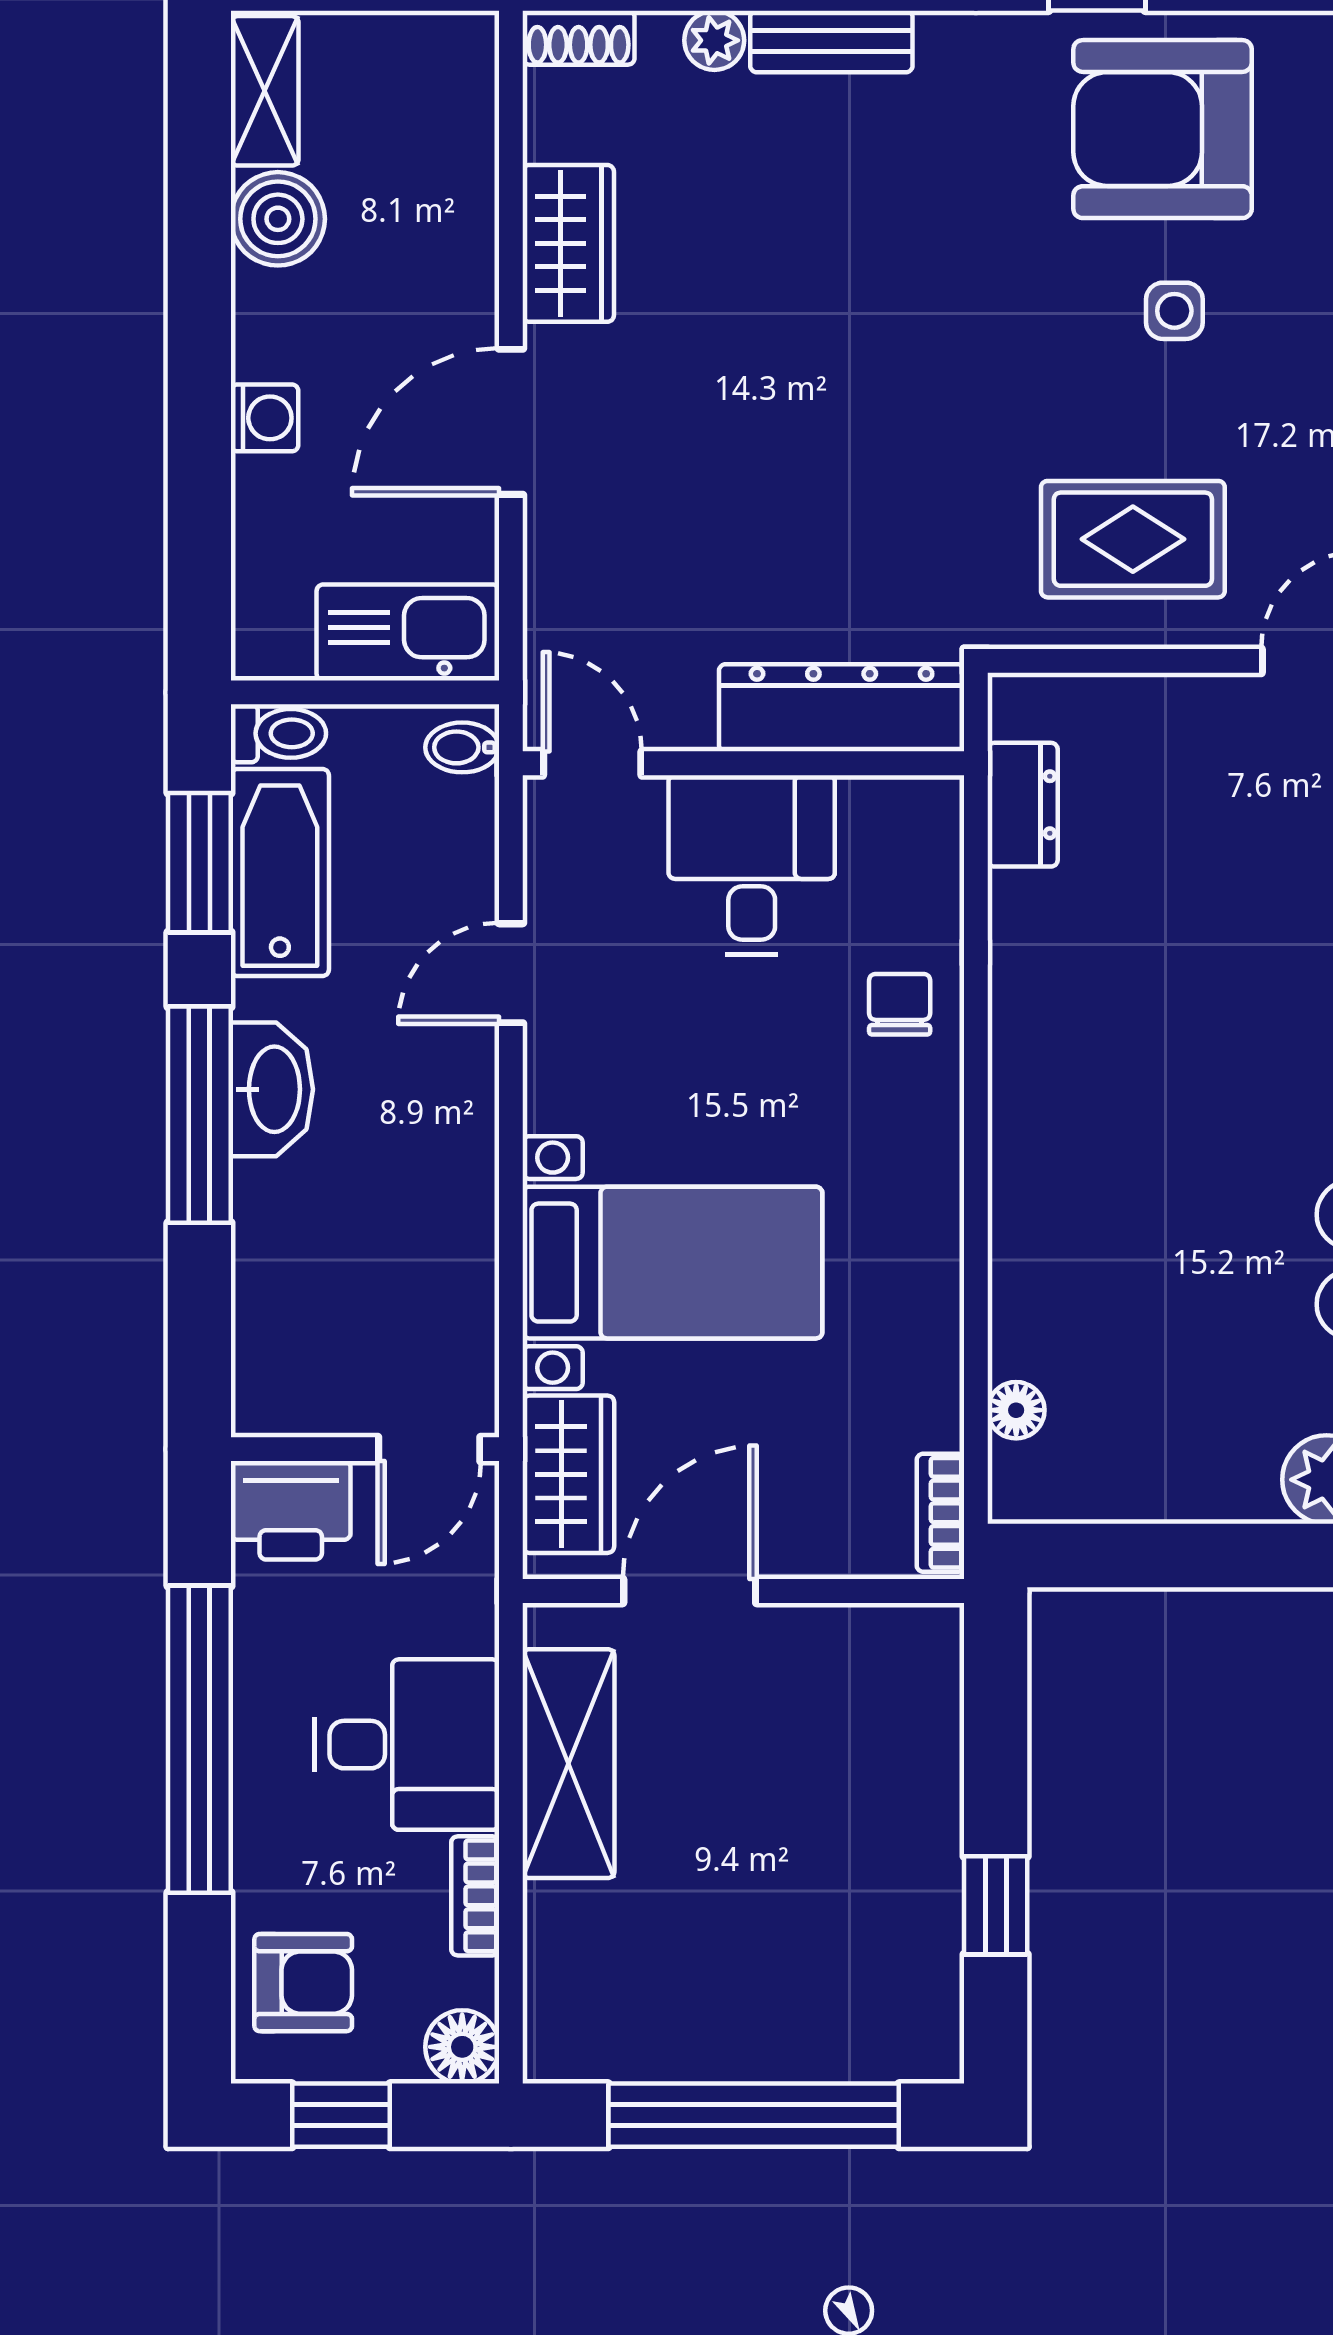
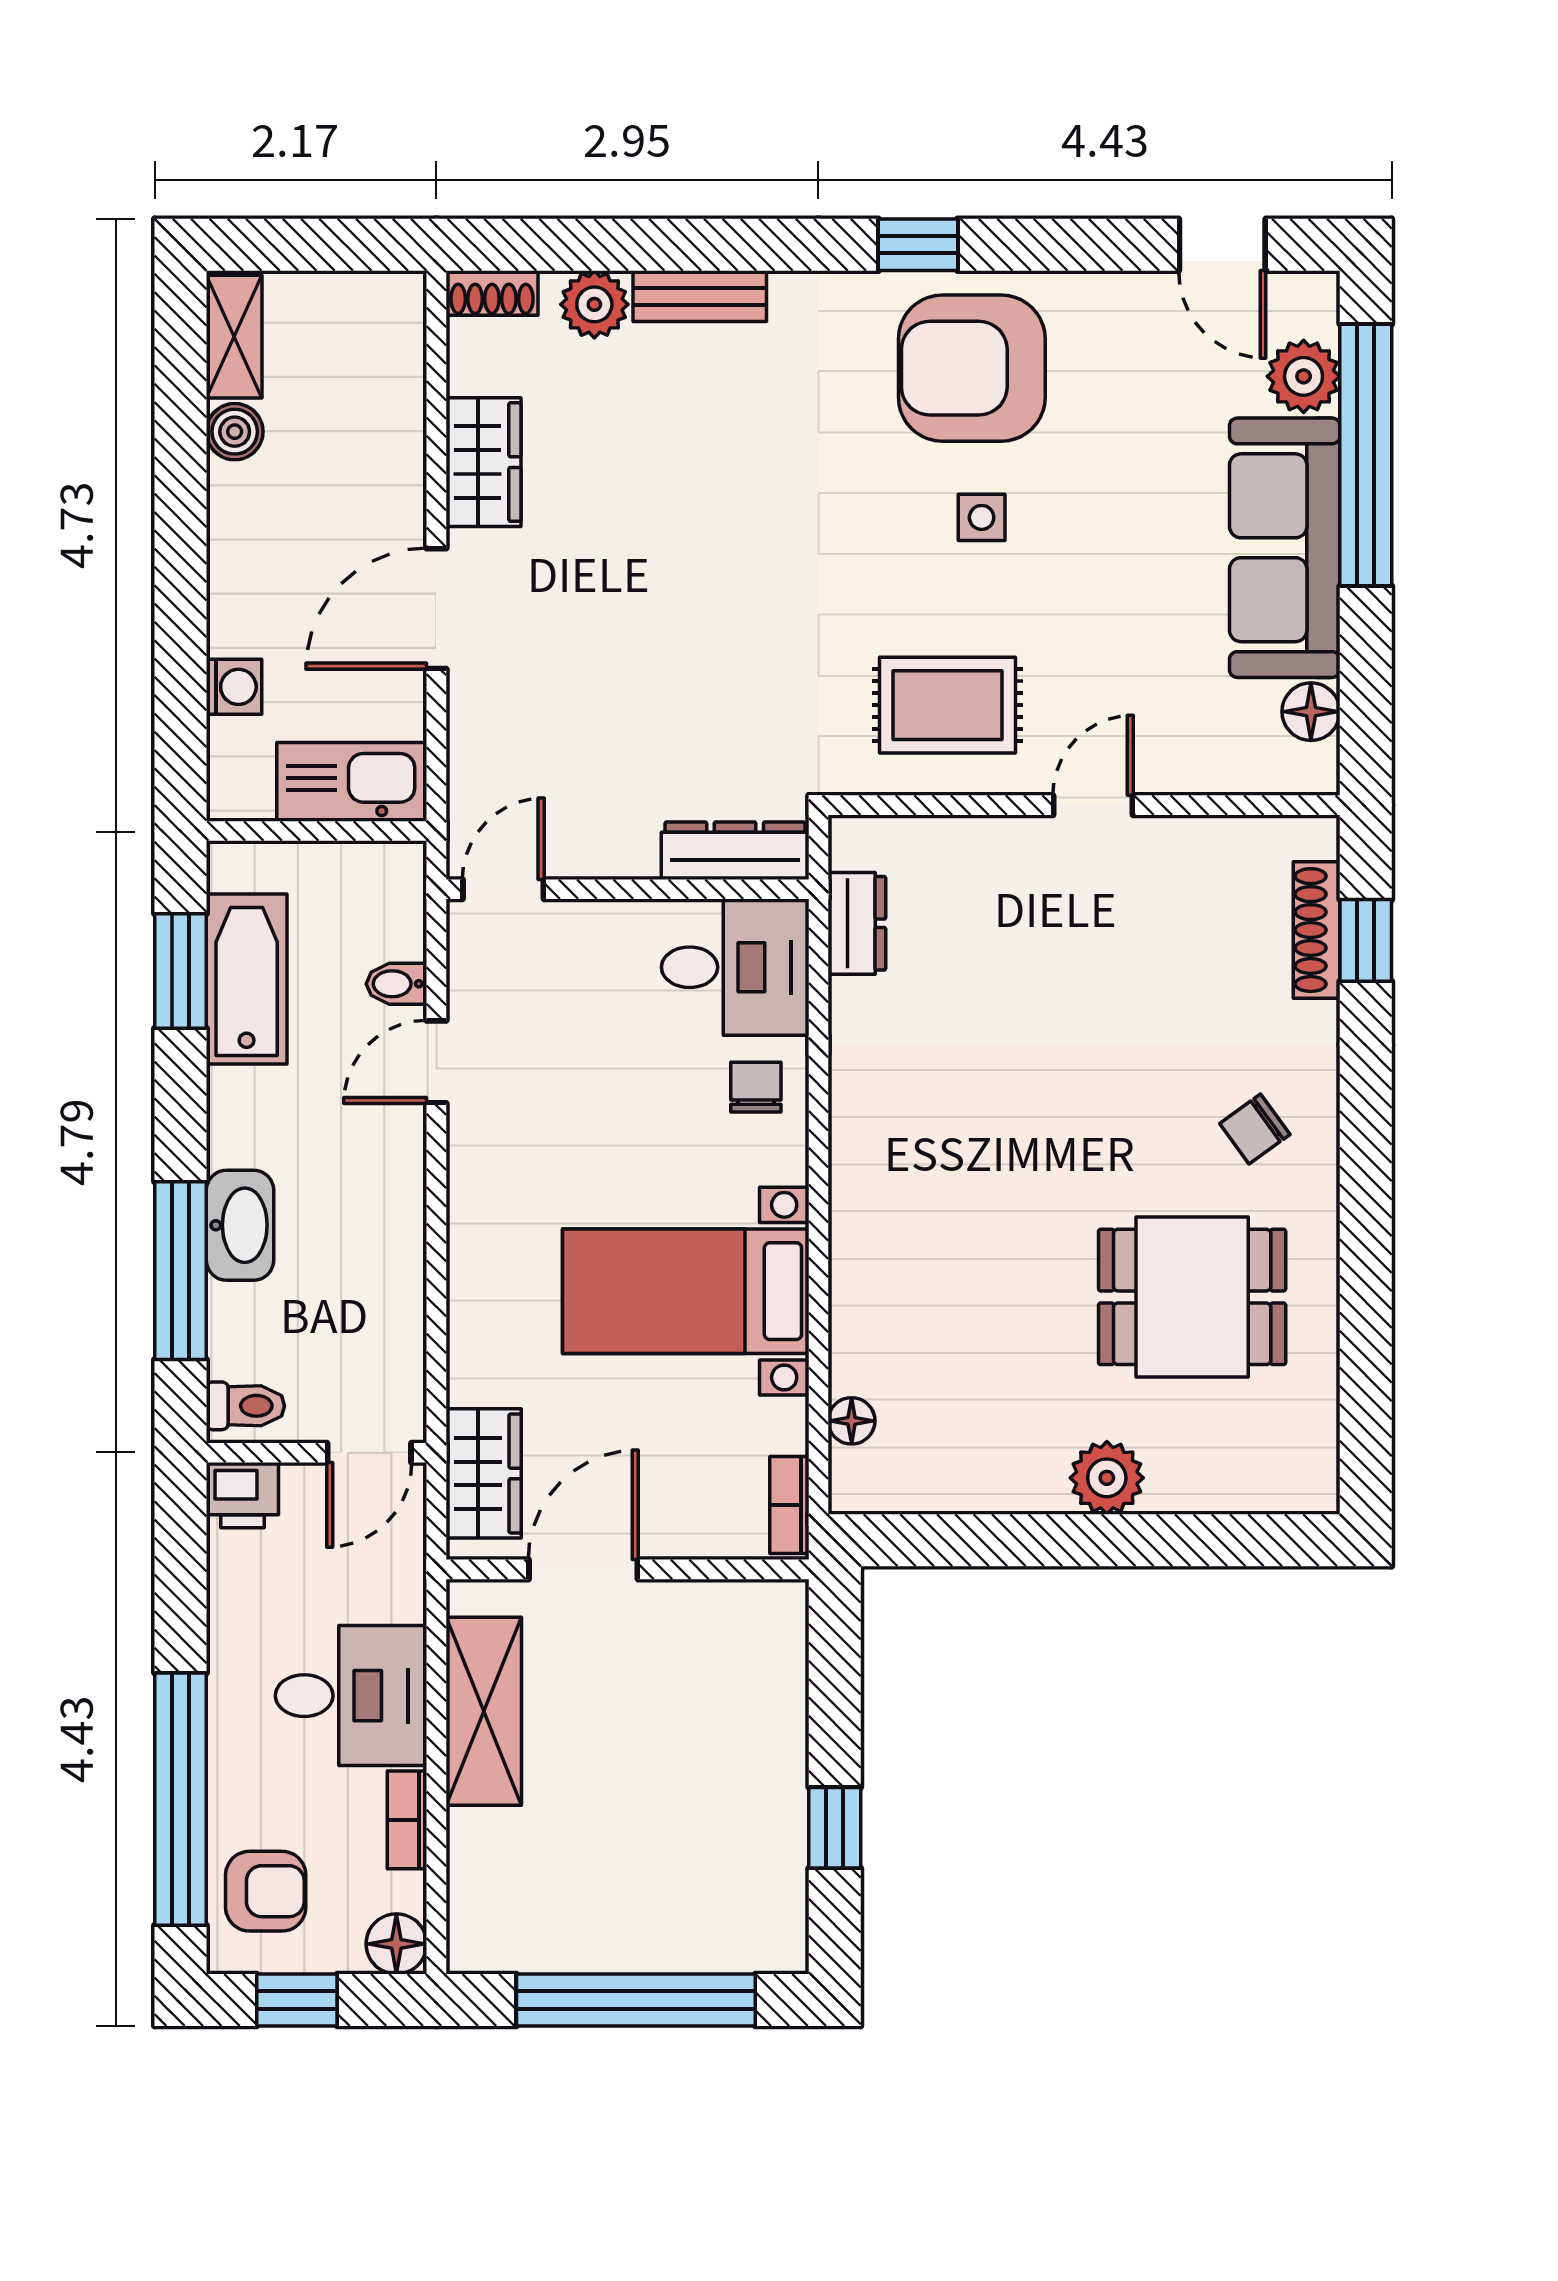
plant: (714, 40) -> (594, 304), width x1.38, depth x1.38
boiler: (278, 219) -> (235, 432), width x0.73, depth x0.73
washing machine: (265, 418) -> (234, 687), moved
dresser: (842, 708) -> (735, 851), width x0.73, depth x0.80
toilet: (278, 733) -> (245, 1406), moved
bidet: (462, 747) -> (396, 984), moved
door: (592, 763) -> (503, 889), hinge flipped
desk: (752, 865) -> (735, 967), moved, turned 90
washbasin: (272, 1089) -> (240, 1225), moved
window: (199, 1115) -> (181, 1271), moved
bed with nightstands: (672, 1263) -> (686, 1291), moved, turned 180
printer: (291, 1510) -> (242, 1495), width x0.73, depth x0.81
window: (199, 1739) -> (181, 1799), moved

